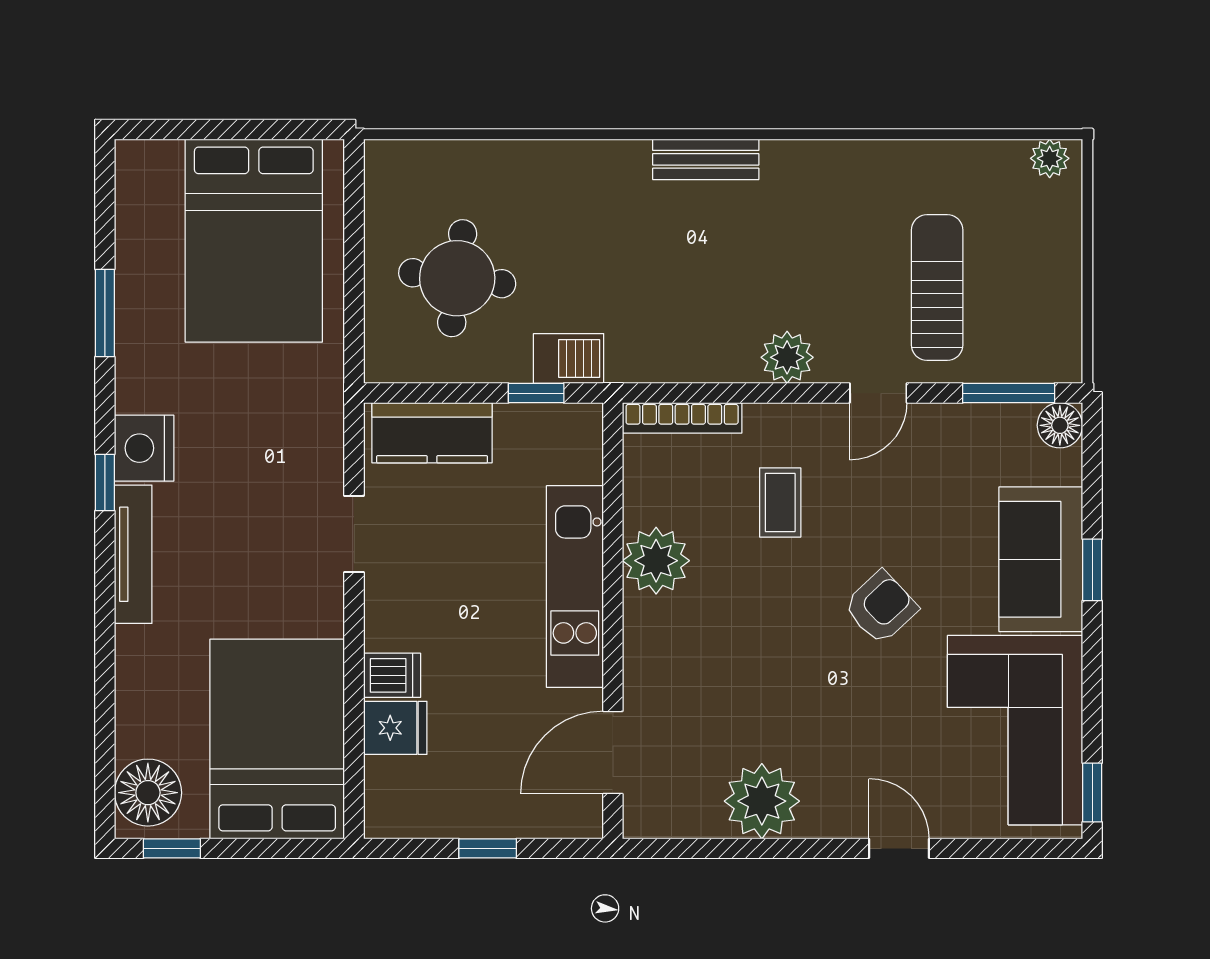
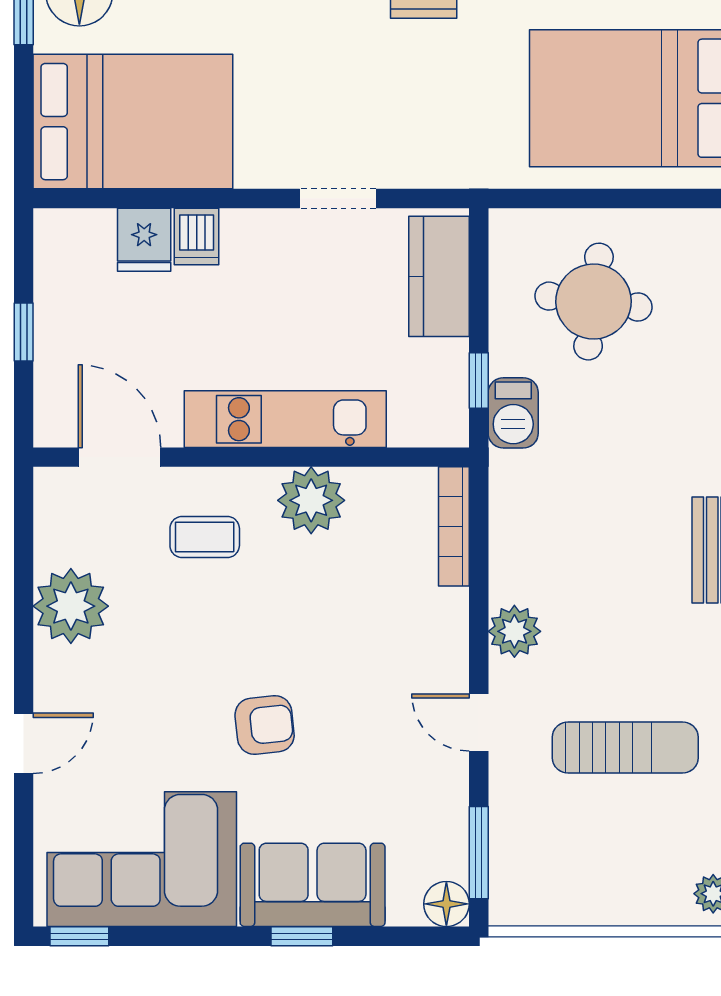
sun lounger: (937, 288) -> (625, 747), moved
coffee table: (780, 502) -> (205, 537), moved
armchair: (881, 607) -> (265, 725), turned -53

